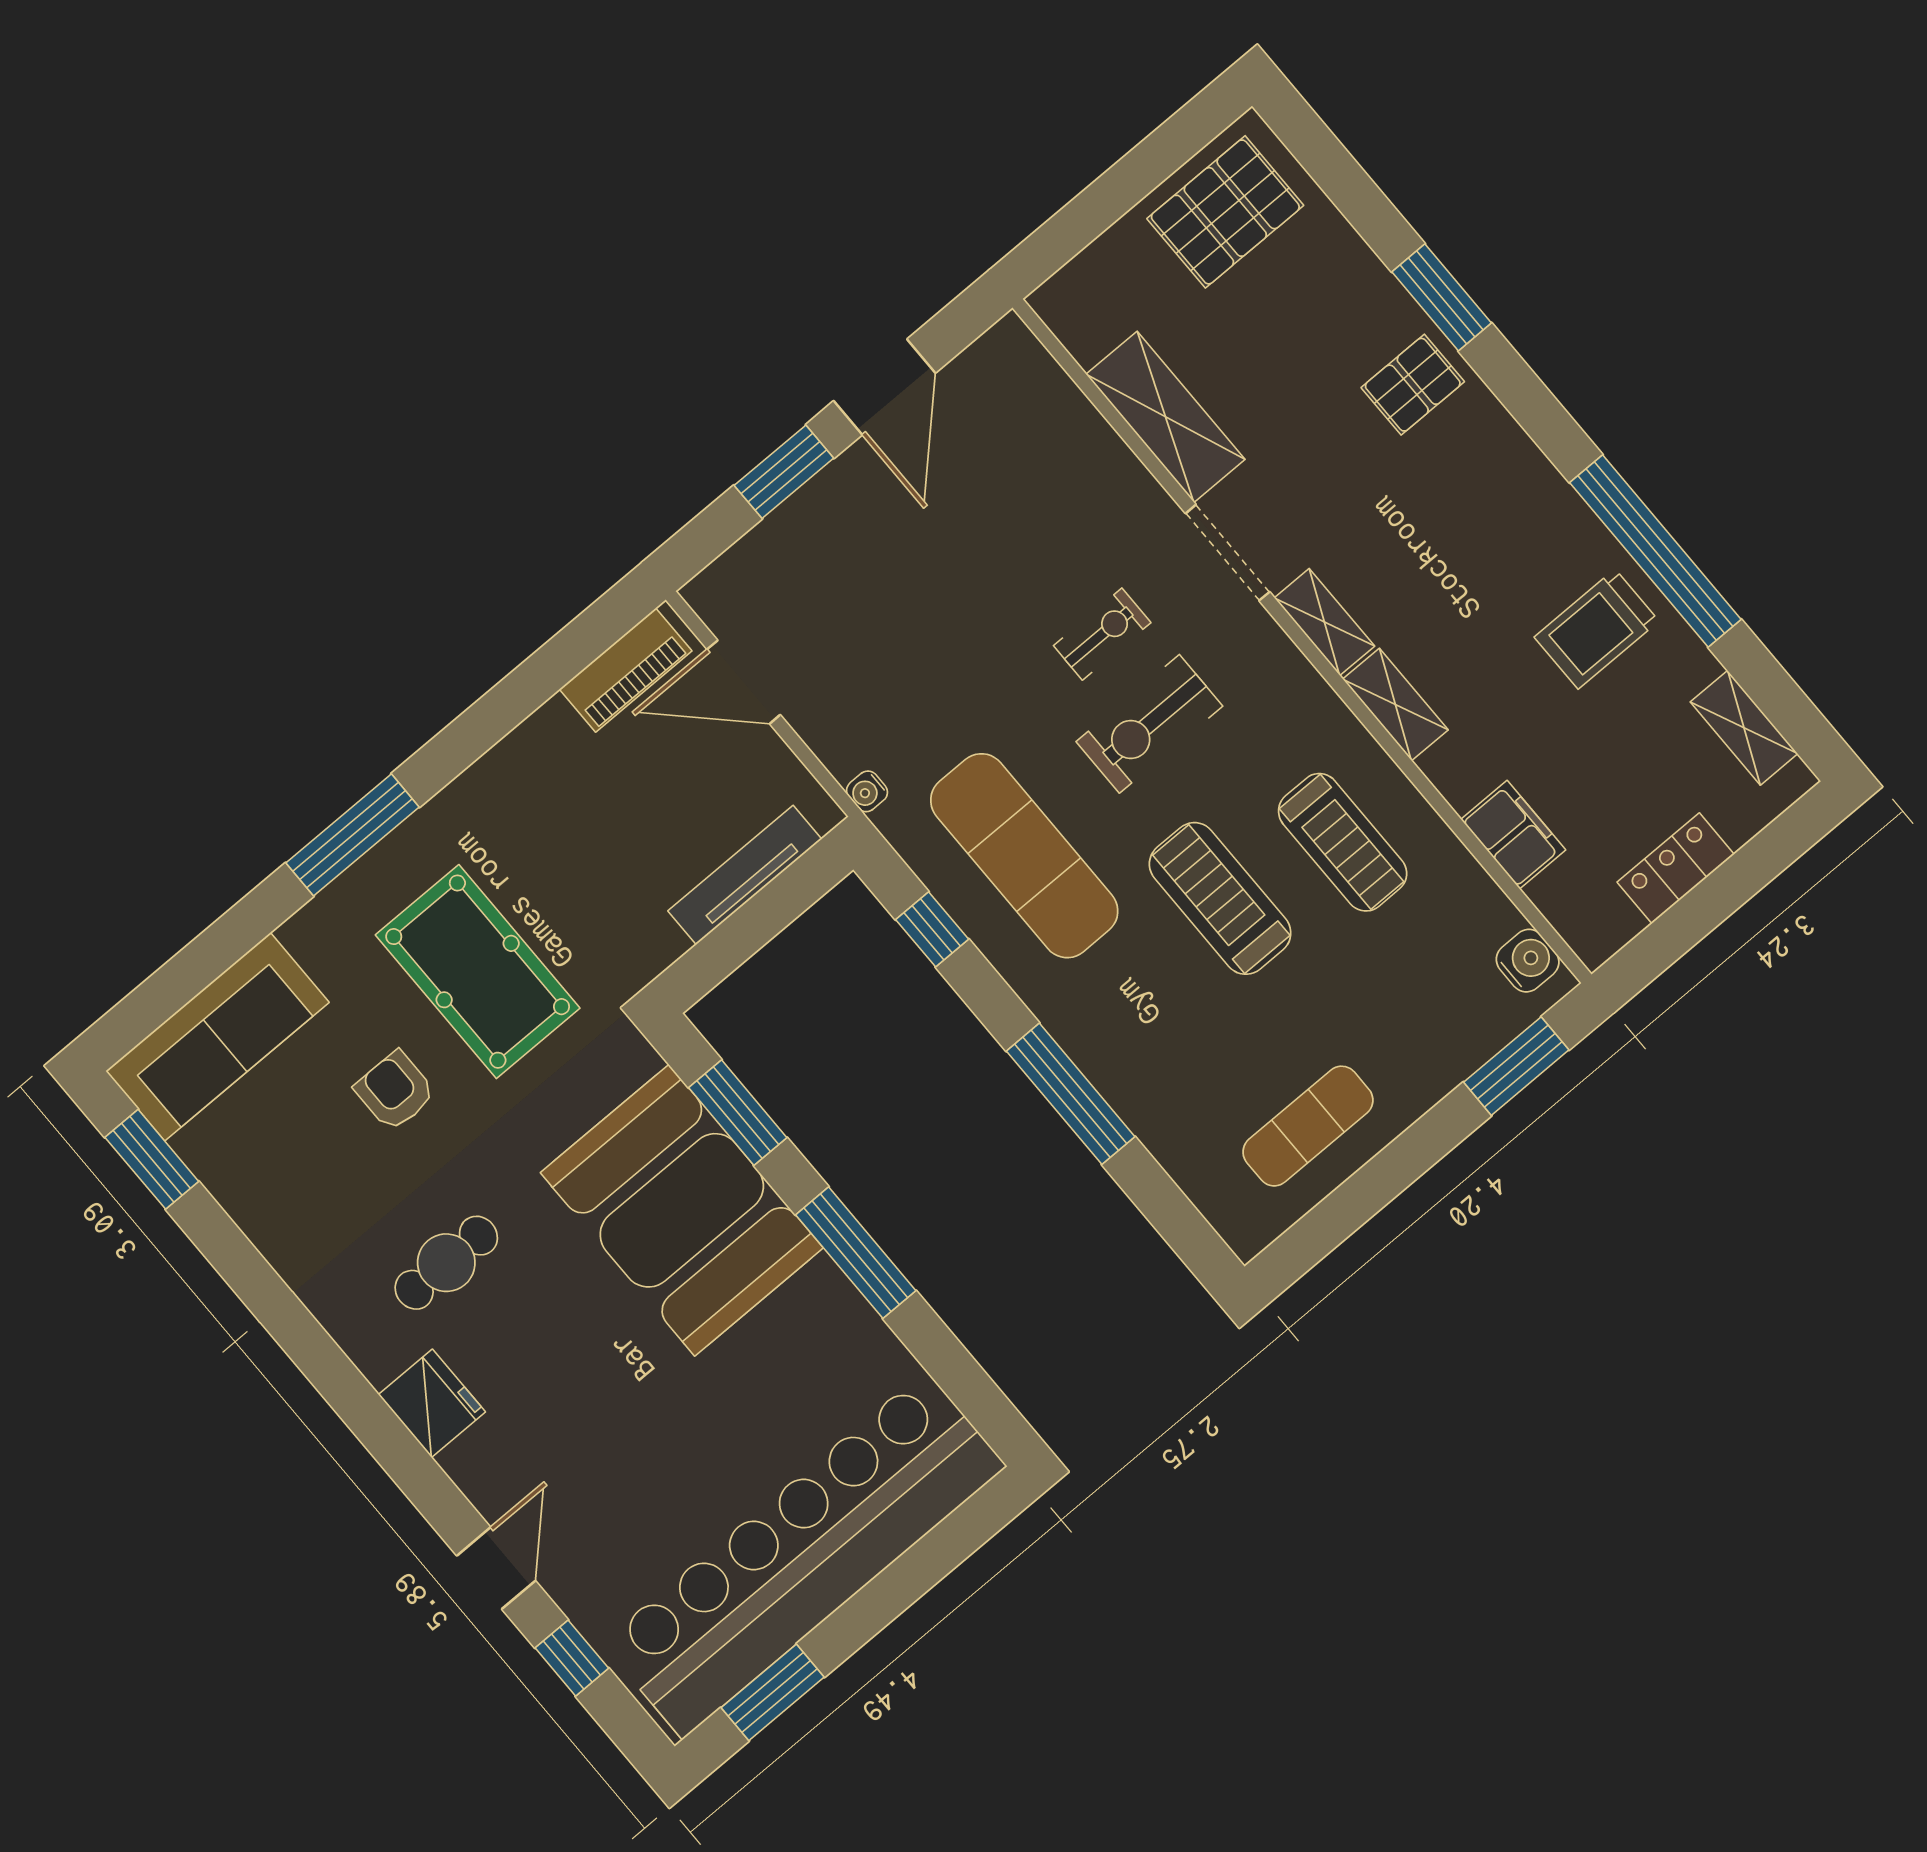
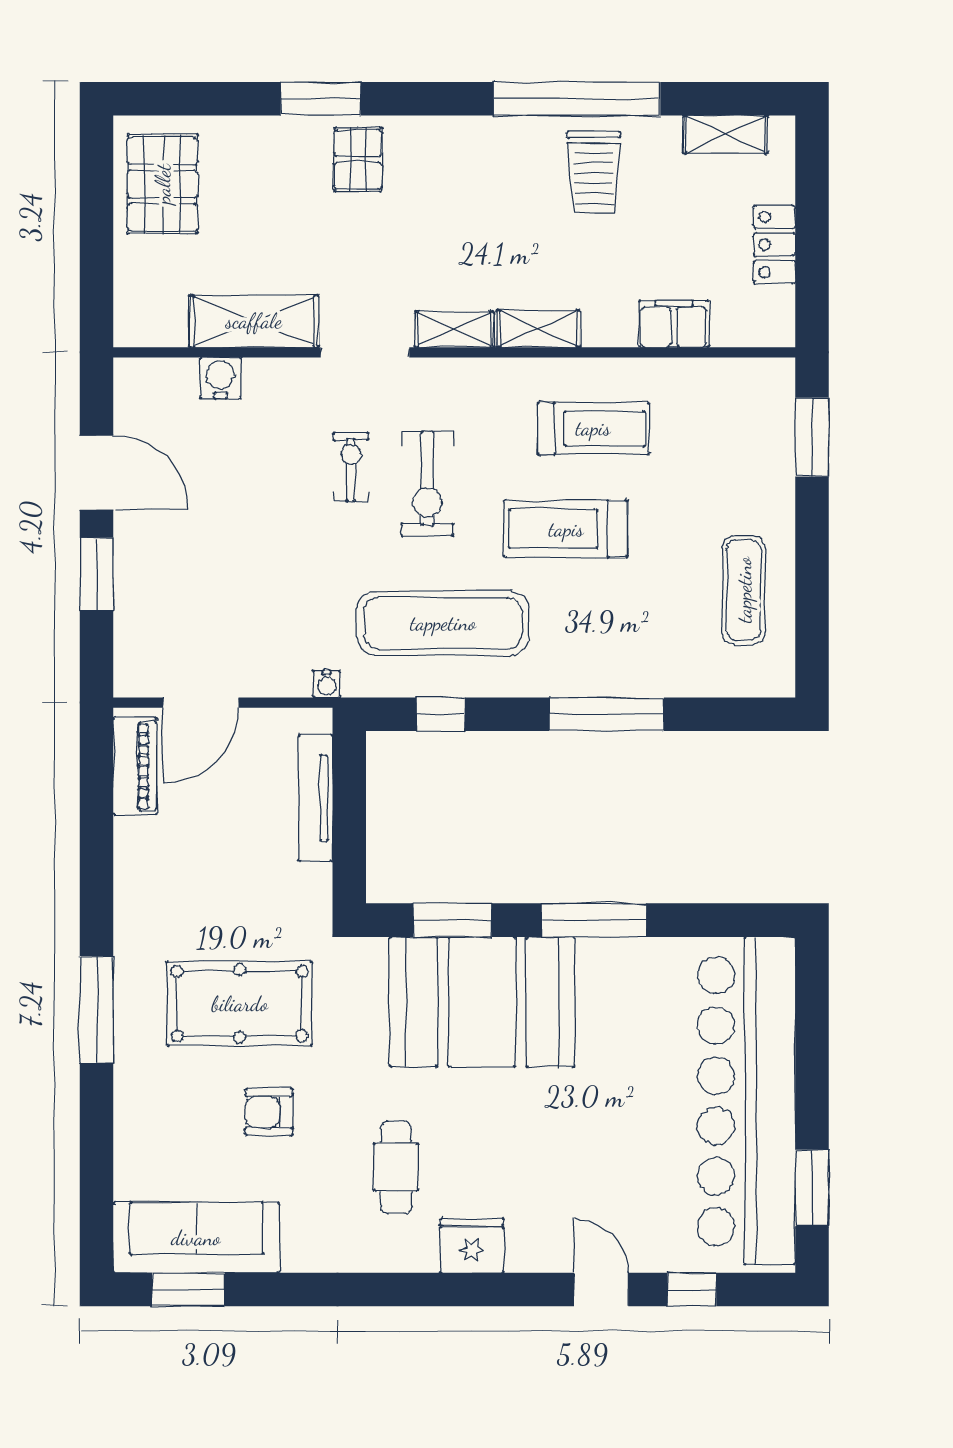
water cooler: (1528, 961) -> (220, 378), moved
sofa: (217, 1037) -> (196, 1238), moved, turned -90

